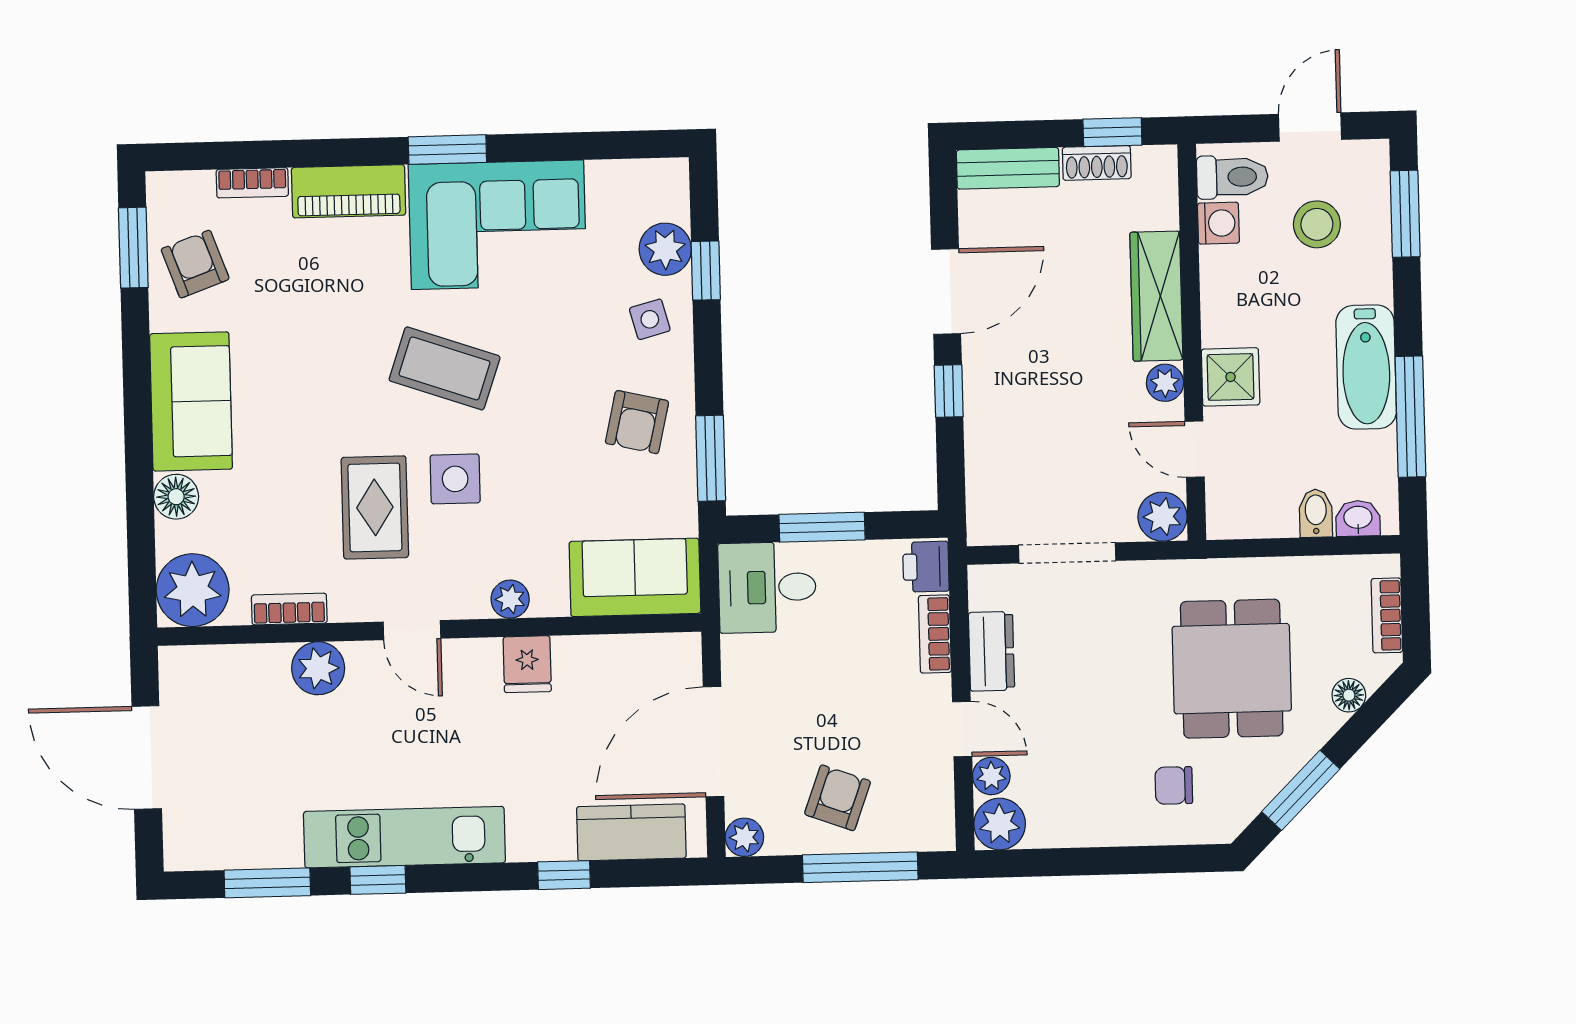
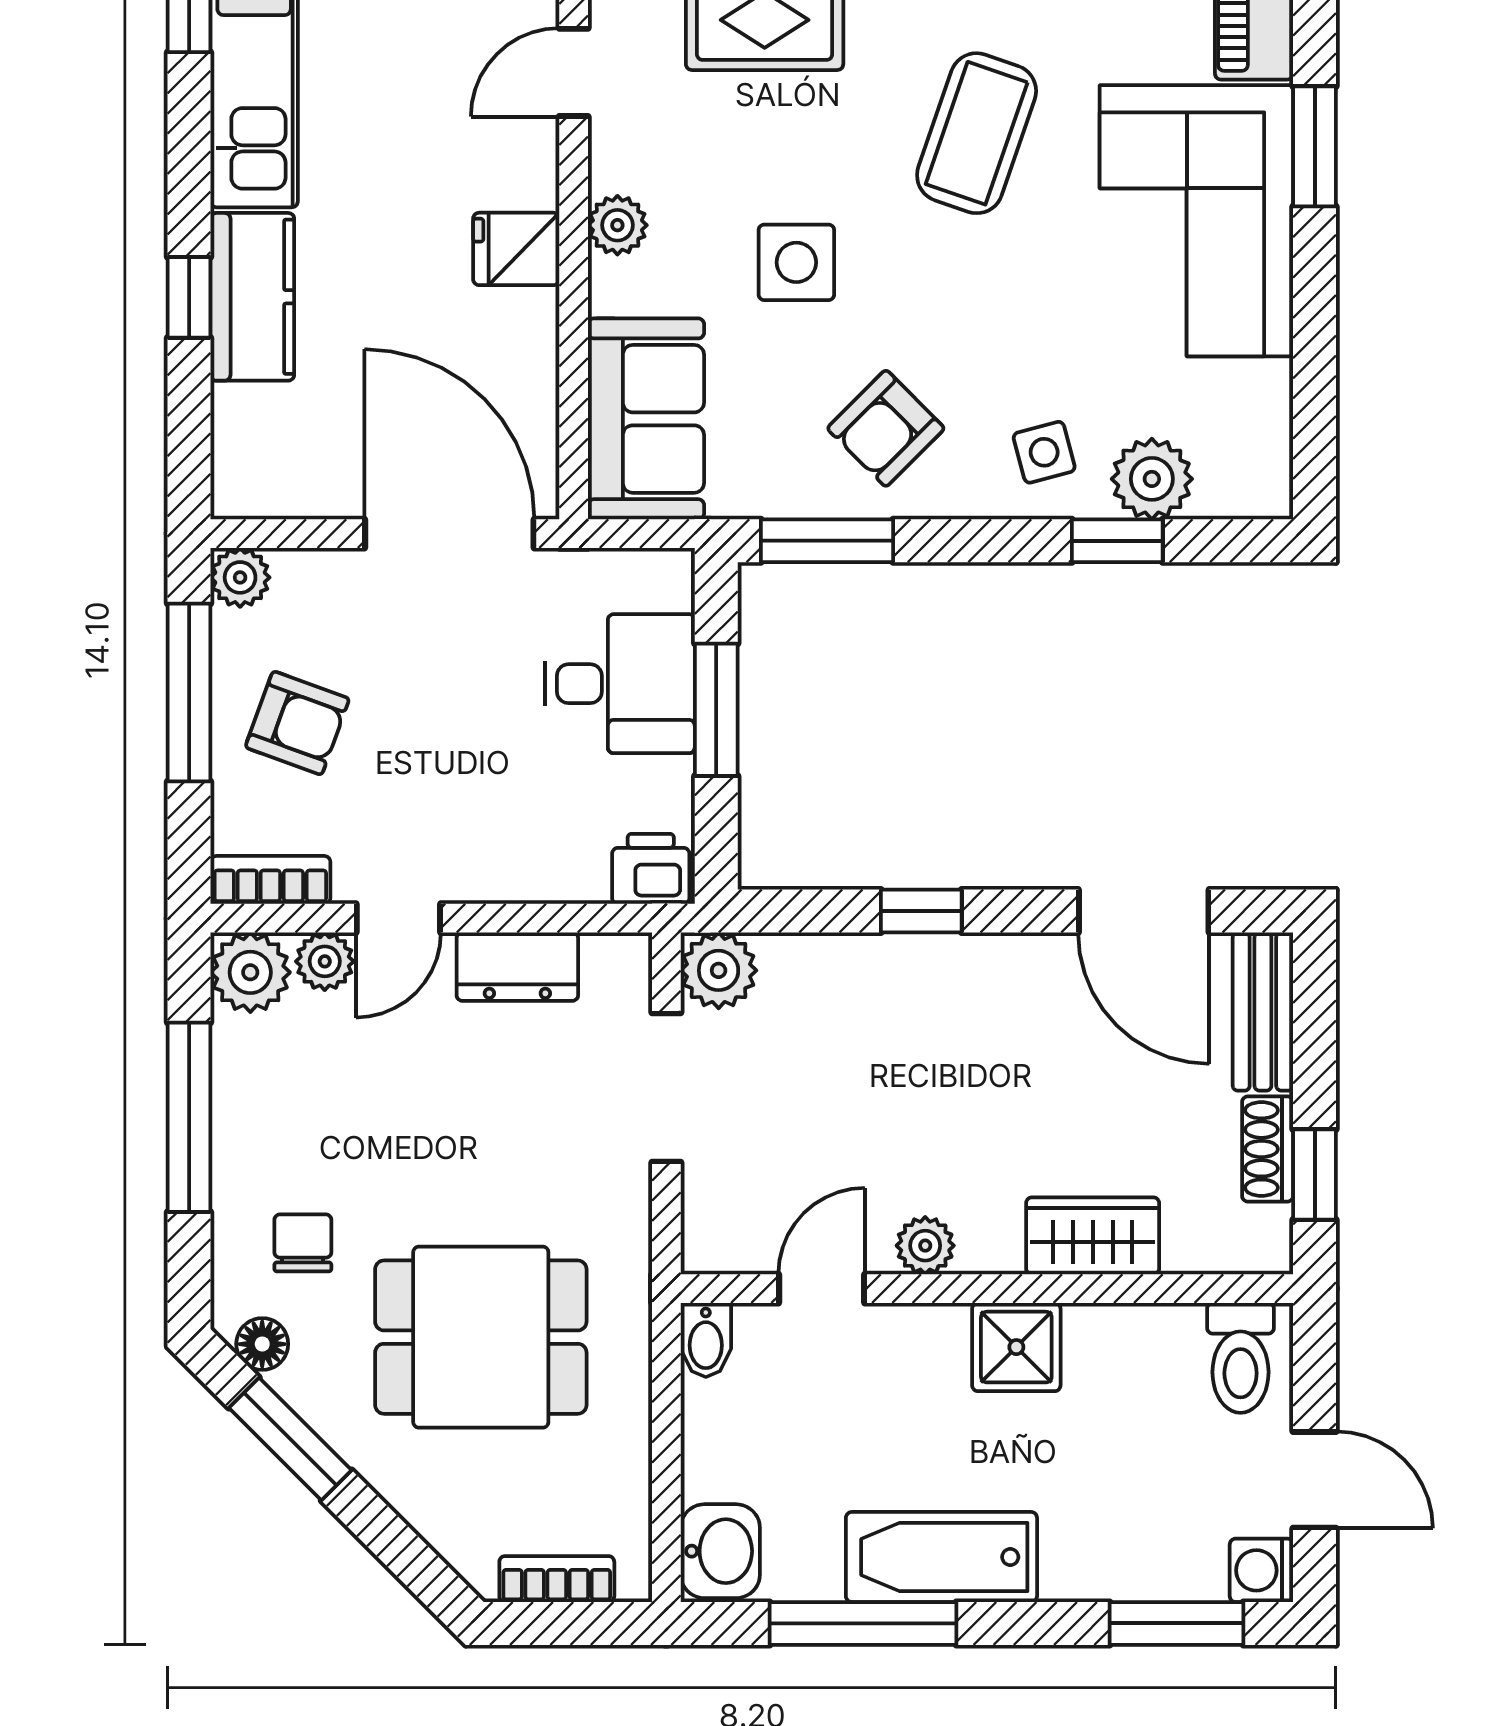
washing machine: (1218, 223) -> (1261, 1570), moved, turned 90
stool: (1317, 224) -> (1164, 1487), removed
door: (946, 292) -> (1144, 911), moved
wardrobe: (1156, 296) -> (1093, 1236), width x0.67
shower: (1231, 377) -> (1016, 1347), moved
armchair: (637, 422) -> (886, 428), turned -58
side table: (455, 479) -> (796, 262), moved
bidet: (1316, 513) -> (706, 1340), moved, turned 90
plant: (1163, 517) -> (719, 970), moved
washbasin: (1358, 518) -> (720, 1551), width x1.38, depth x1.45
desk: (767, 587) -> (620, 684), moved, turned 90
bookcase: (935, 634) -> (270, 880), moved
floor lamp: (1349, 695) -> (262, 1344), moved
door: (713, 742) -> (449, 534), moved
kitchen counter: (631, 832) -> (252, 297), moved
window: (1094, 861) -> (189, 1117), added
window: (860, 867) -> (189, 693), moved

